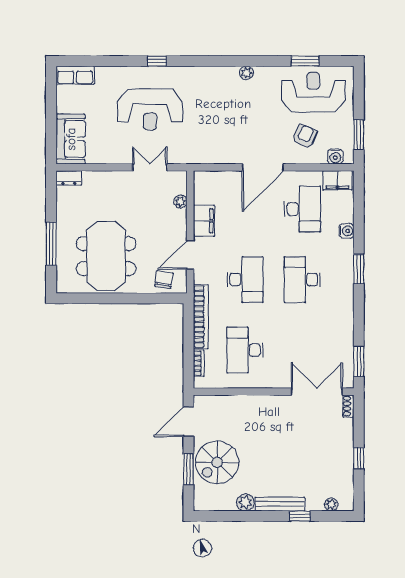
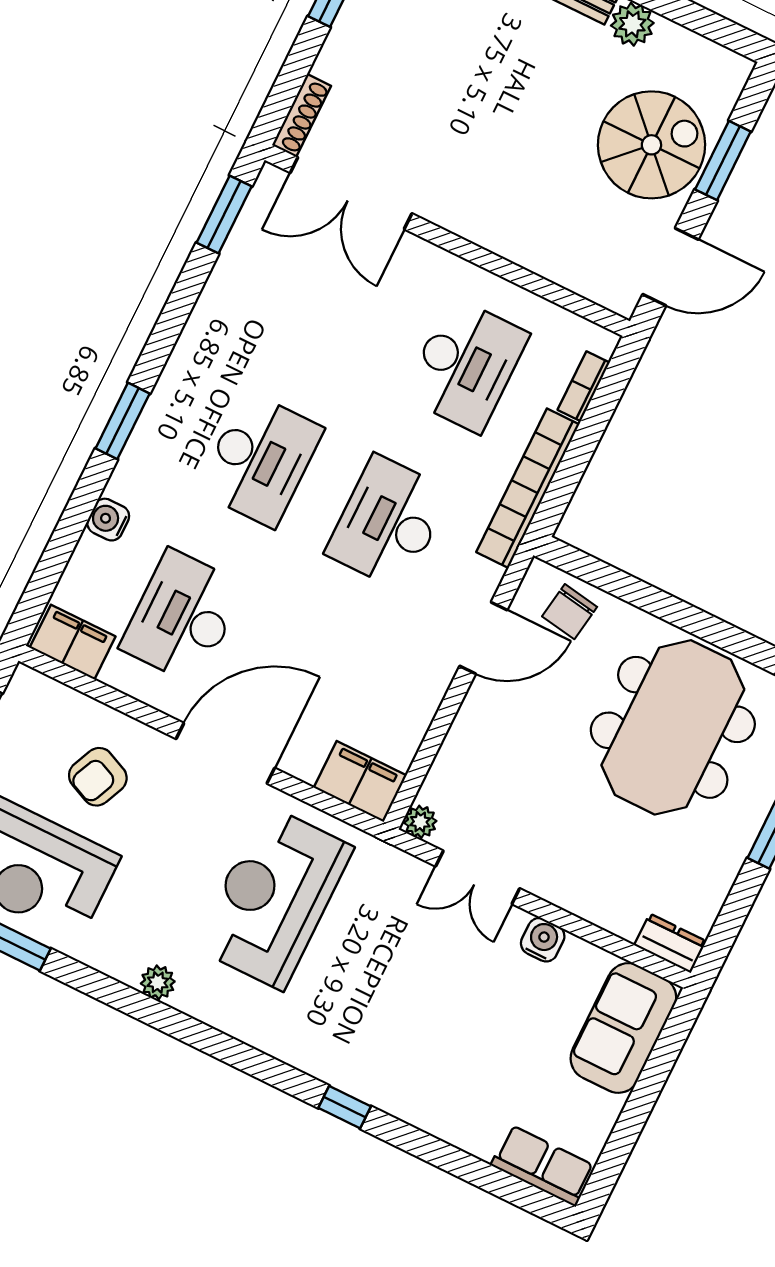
reception desk: (150, 110) -> (274, 897), moved, turned -90
water cooler: (335, 156) -> (543, 940), moved
plant: (180, 202) -> (420, 822), moved
filing cabinet: (204, 221) -> (360, 781), moved, turned 90
shoe rack: (348, 406) -> (302, 115), width x1.43

